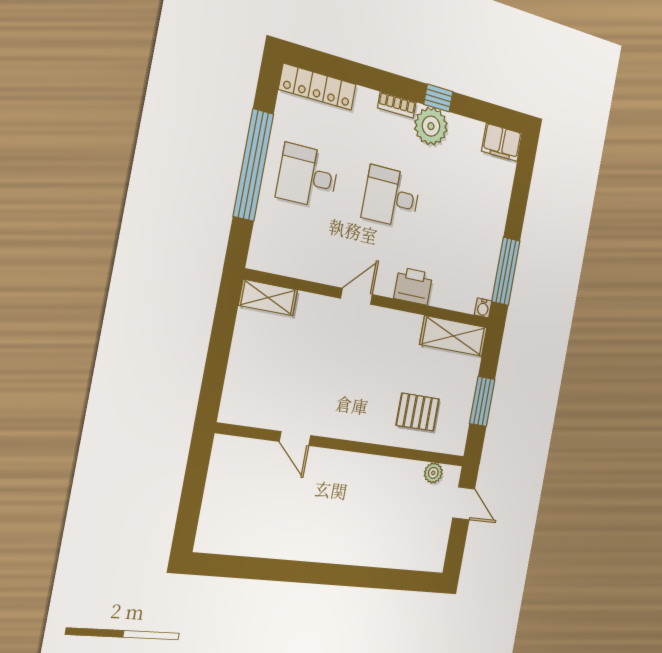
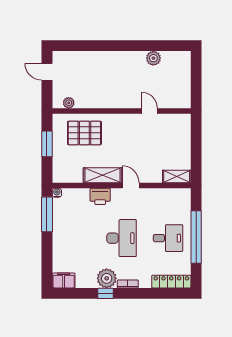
desk: (391, 197) -> (122, 238), width x1.37
door: (357, 296) -> (131, 185), swing flipped
shelving: (454, 336) -> (103, 175), moved
pallet: (418, 412) -> (84, 133), width x1.50, depth x1.42
door: (464, 503) -> (47, 72), moved
plant: (268, 544) -> (153, 58), added

